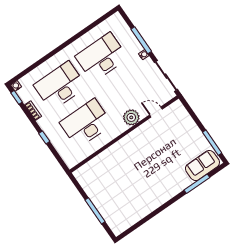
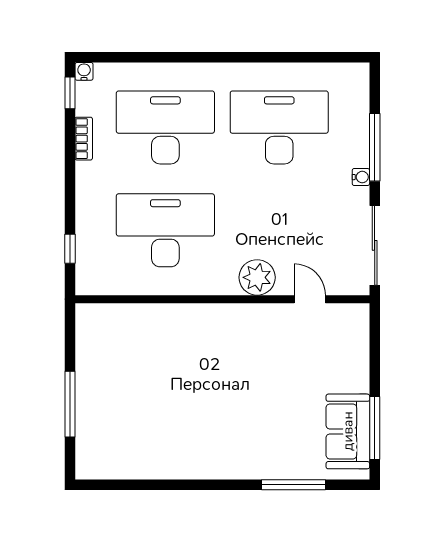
window: (44, 137) -> (70, 249), moved
sofa: (202, 165) -> (348, 431), moved, turned -90

